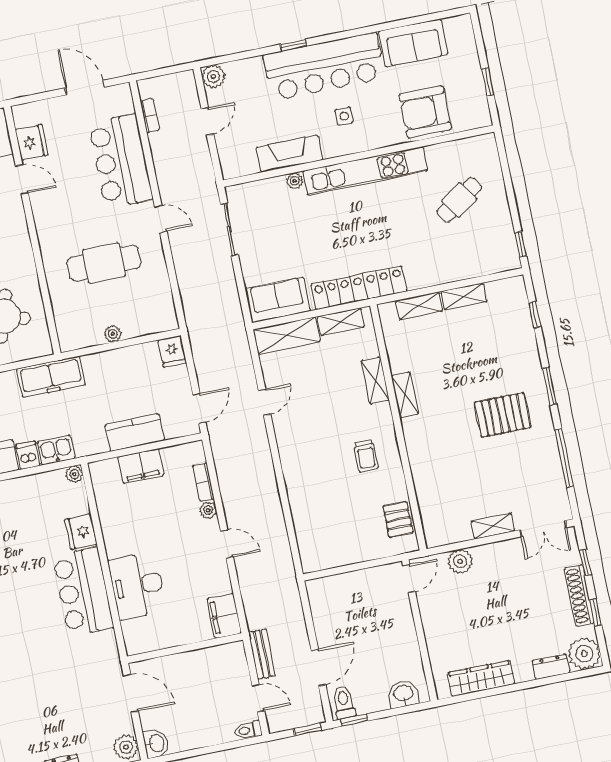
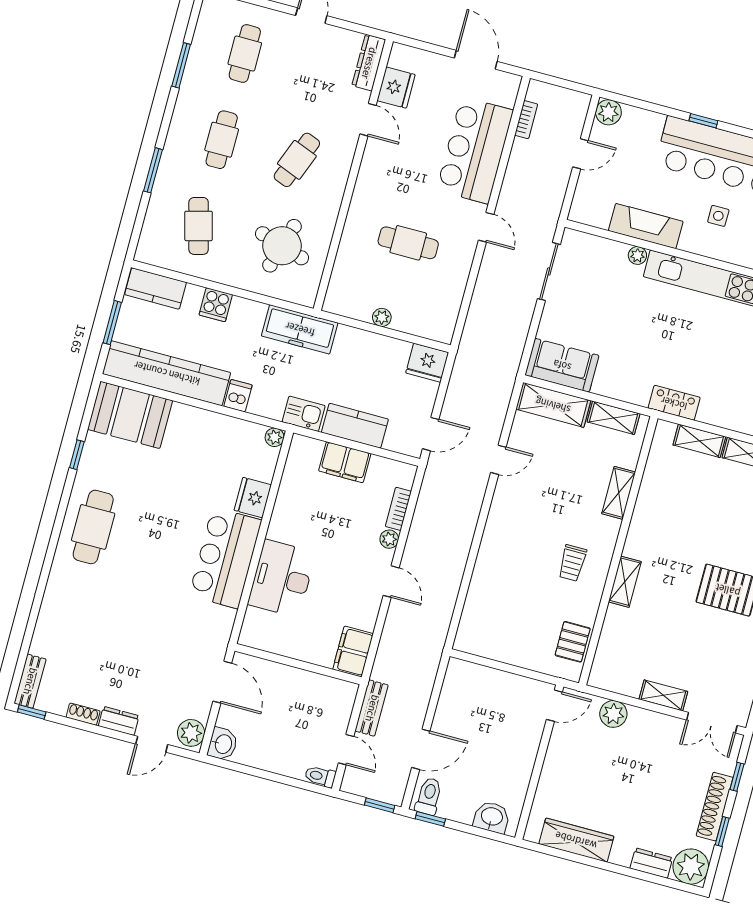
cafe table: (104, 263) -> (408, 243), width x0.73, depth x0.74
locker: (359, 288) -> (674, 403), width x0.46, depth x0.83
fridge: (172, 351) -> (427, 363), width x1.38
shelving: (405, 395) -> (625, 582), moved
kitchen sink: (56, 450) -> (304, 414), moved

